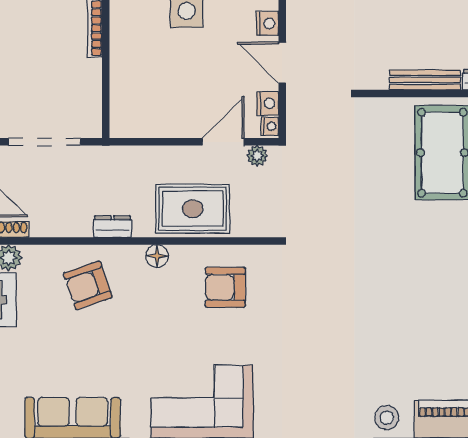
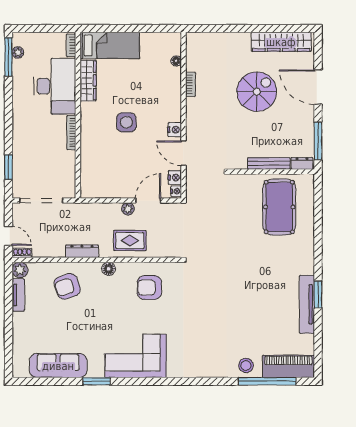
plant: (257, 156) -> (128, 209), moved
rug: (193, 209) -> (130, 241), width x0.73, depth x0.70
dresser: (113, 227) -> (82, 251), width x1.44

